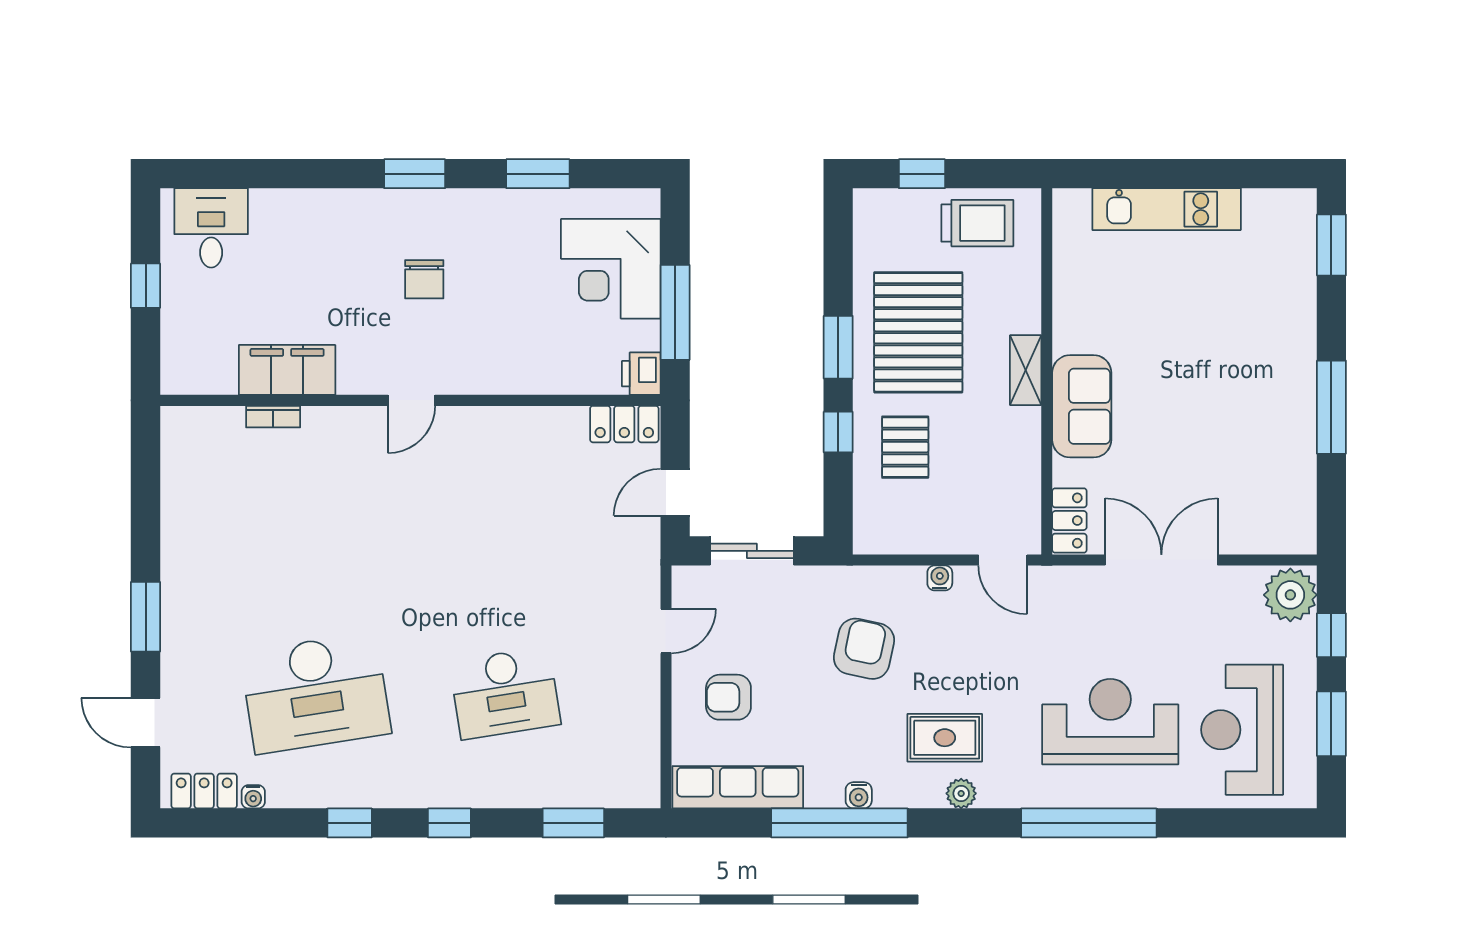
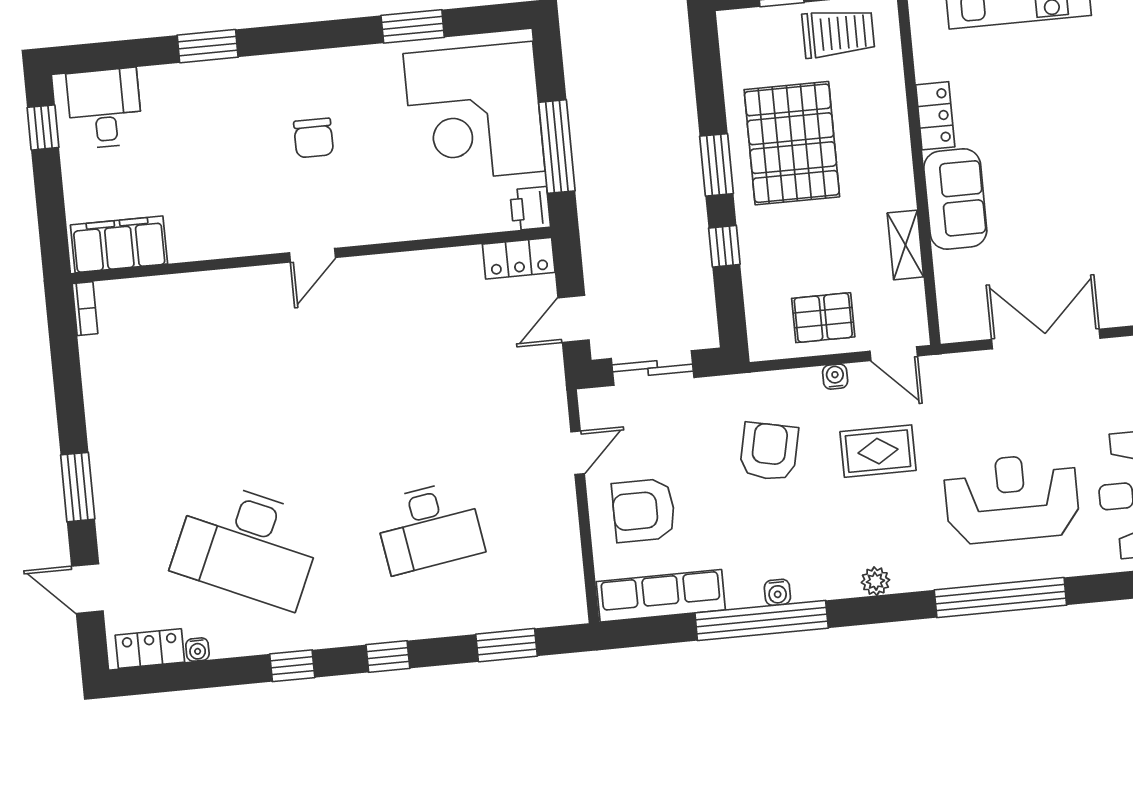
window: (415, 174) -> (208, 46), moved
corner desk: (611, 269) -> (474, 112), width x1.36, depth x1.36
window: (146, 286) -> (43, 127), moved
filing cabinet: (287, 370) -> (119, 244), moved
shelving: (1026, 370) -> (905, 245), moved
bookcase: (273, 417) -> (85, 309), moved, turned -90
pallet: (905, 447) -> (823, 318), moved, turned 90
locker: (1069, 521) -> (935, 116), moved
desk: (316, 693) -> (248, 544), turned 33
armchair: (728, 697) -> (644, 510), width x1.38, depth x1.38
rug: (945, 738) -> (878, 451), moved

